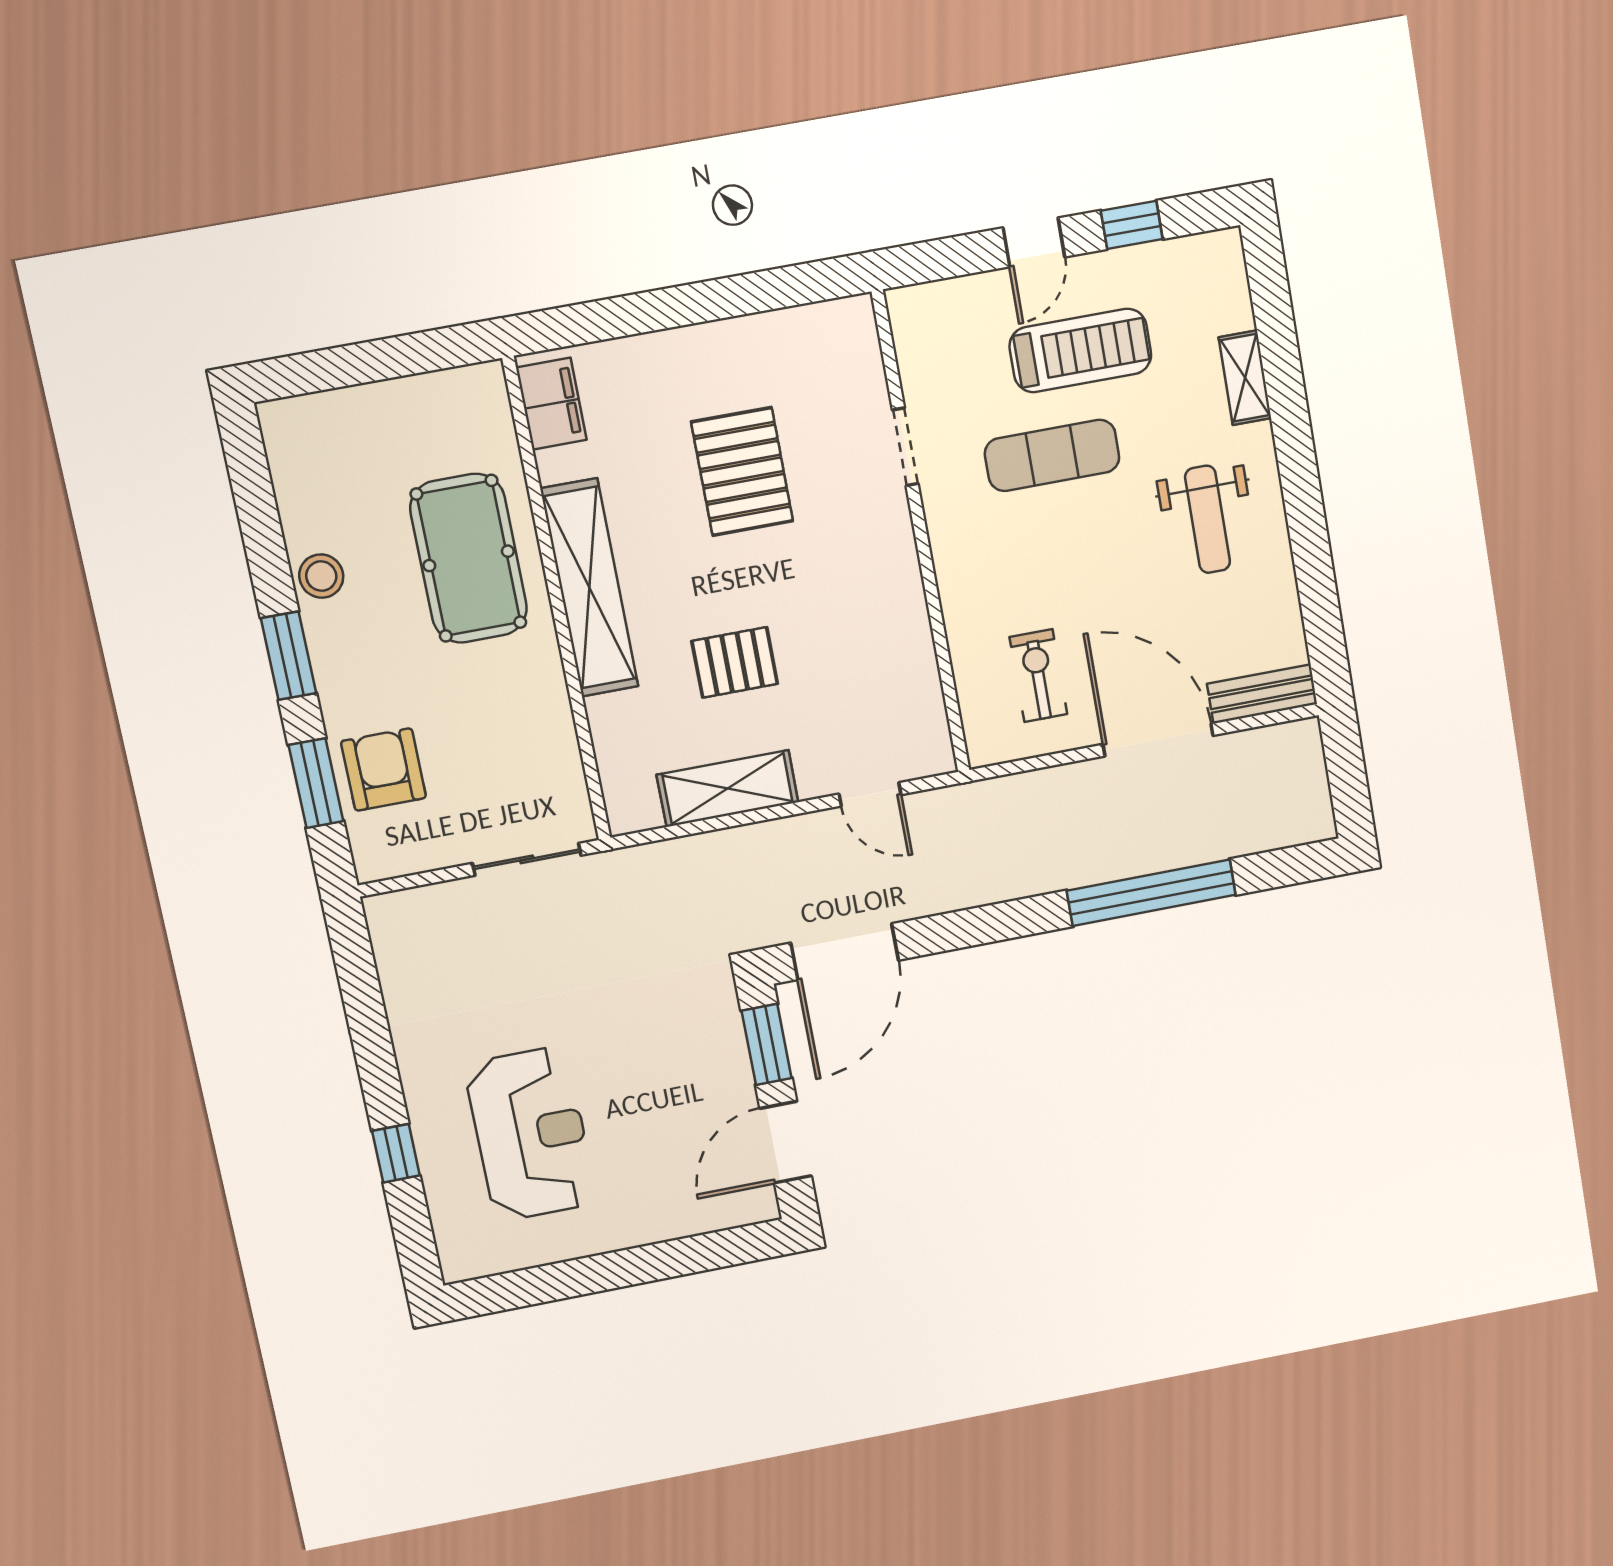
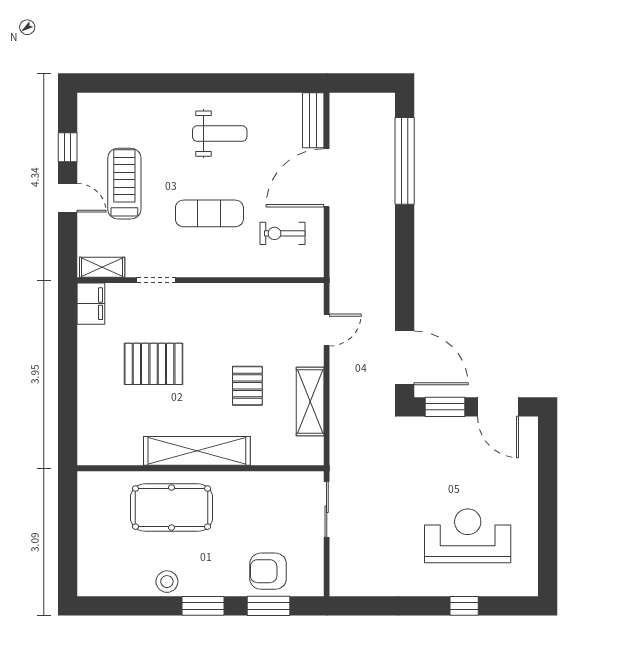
shelving: (1245, 378) -> (102, 267), moved
filing cabinet: (551, 404) -> (91, 304), moved, turned 90
exercise mat: (1052, 455) -> (209, 213), moved, turned 90
window: (1151, 893) -> (405, 161), moved

